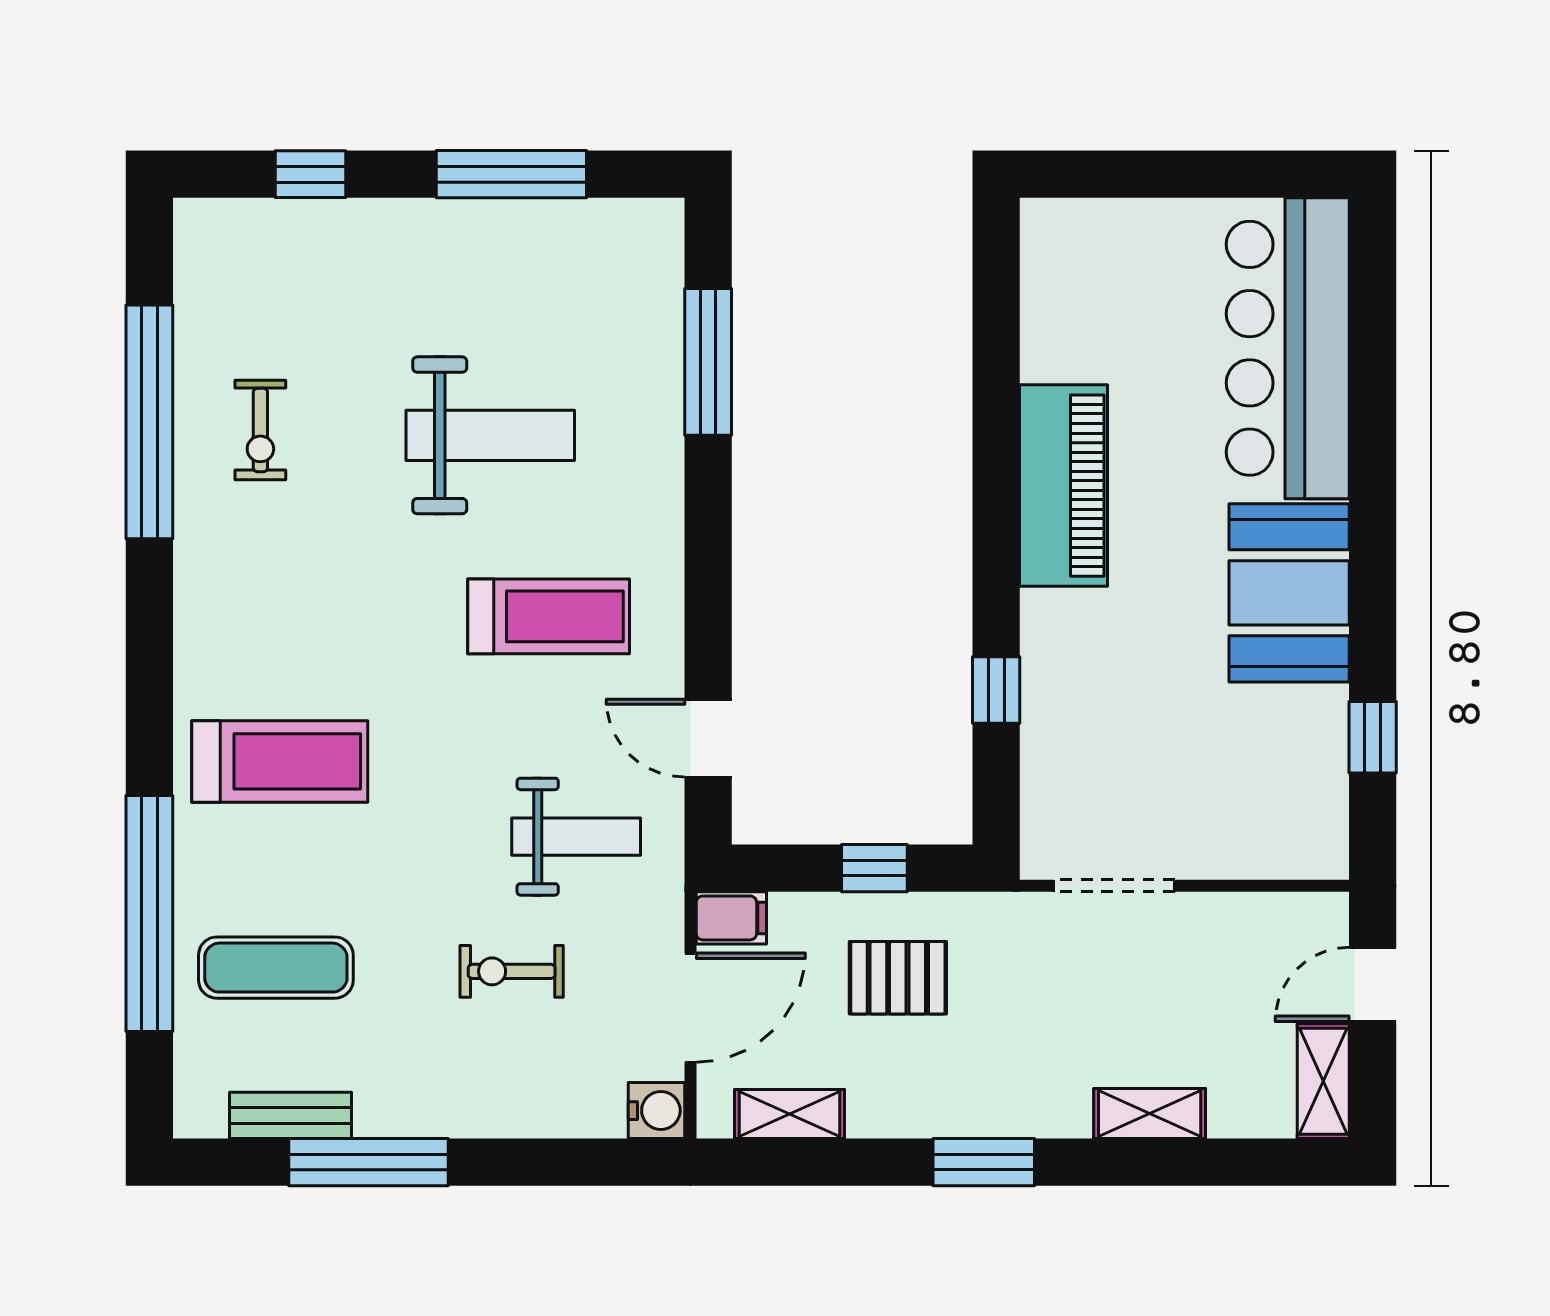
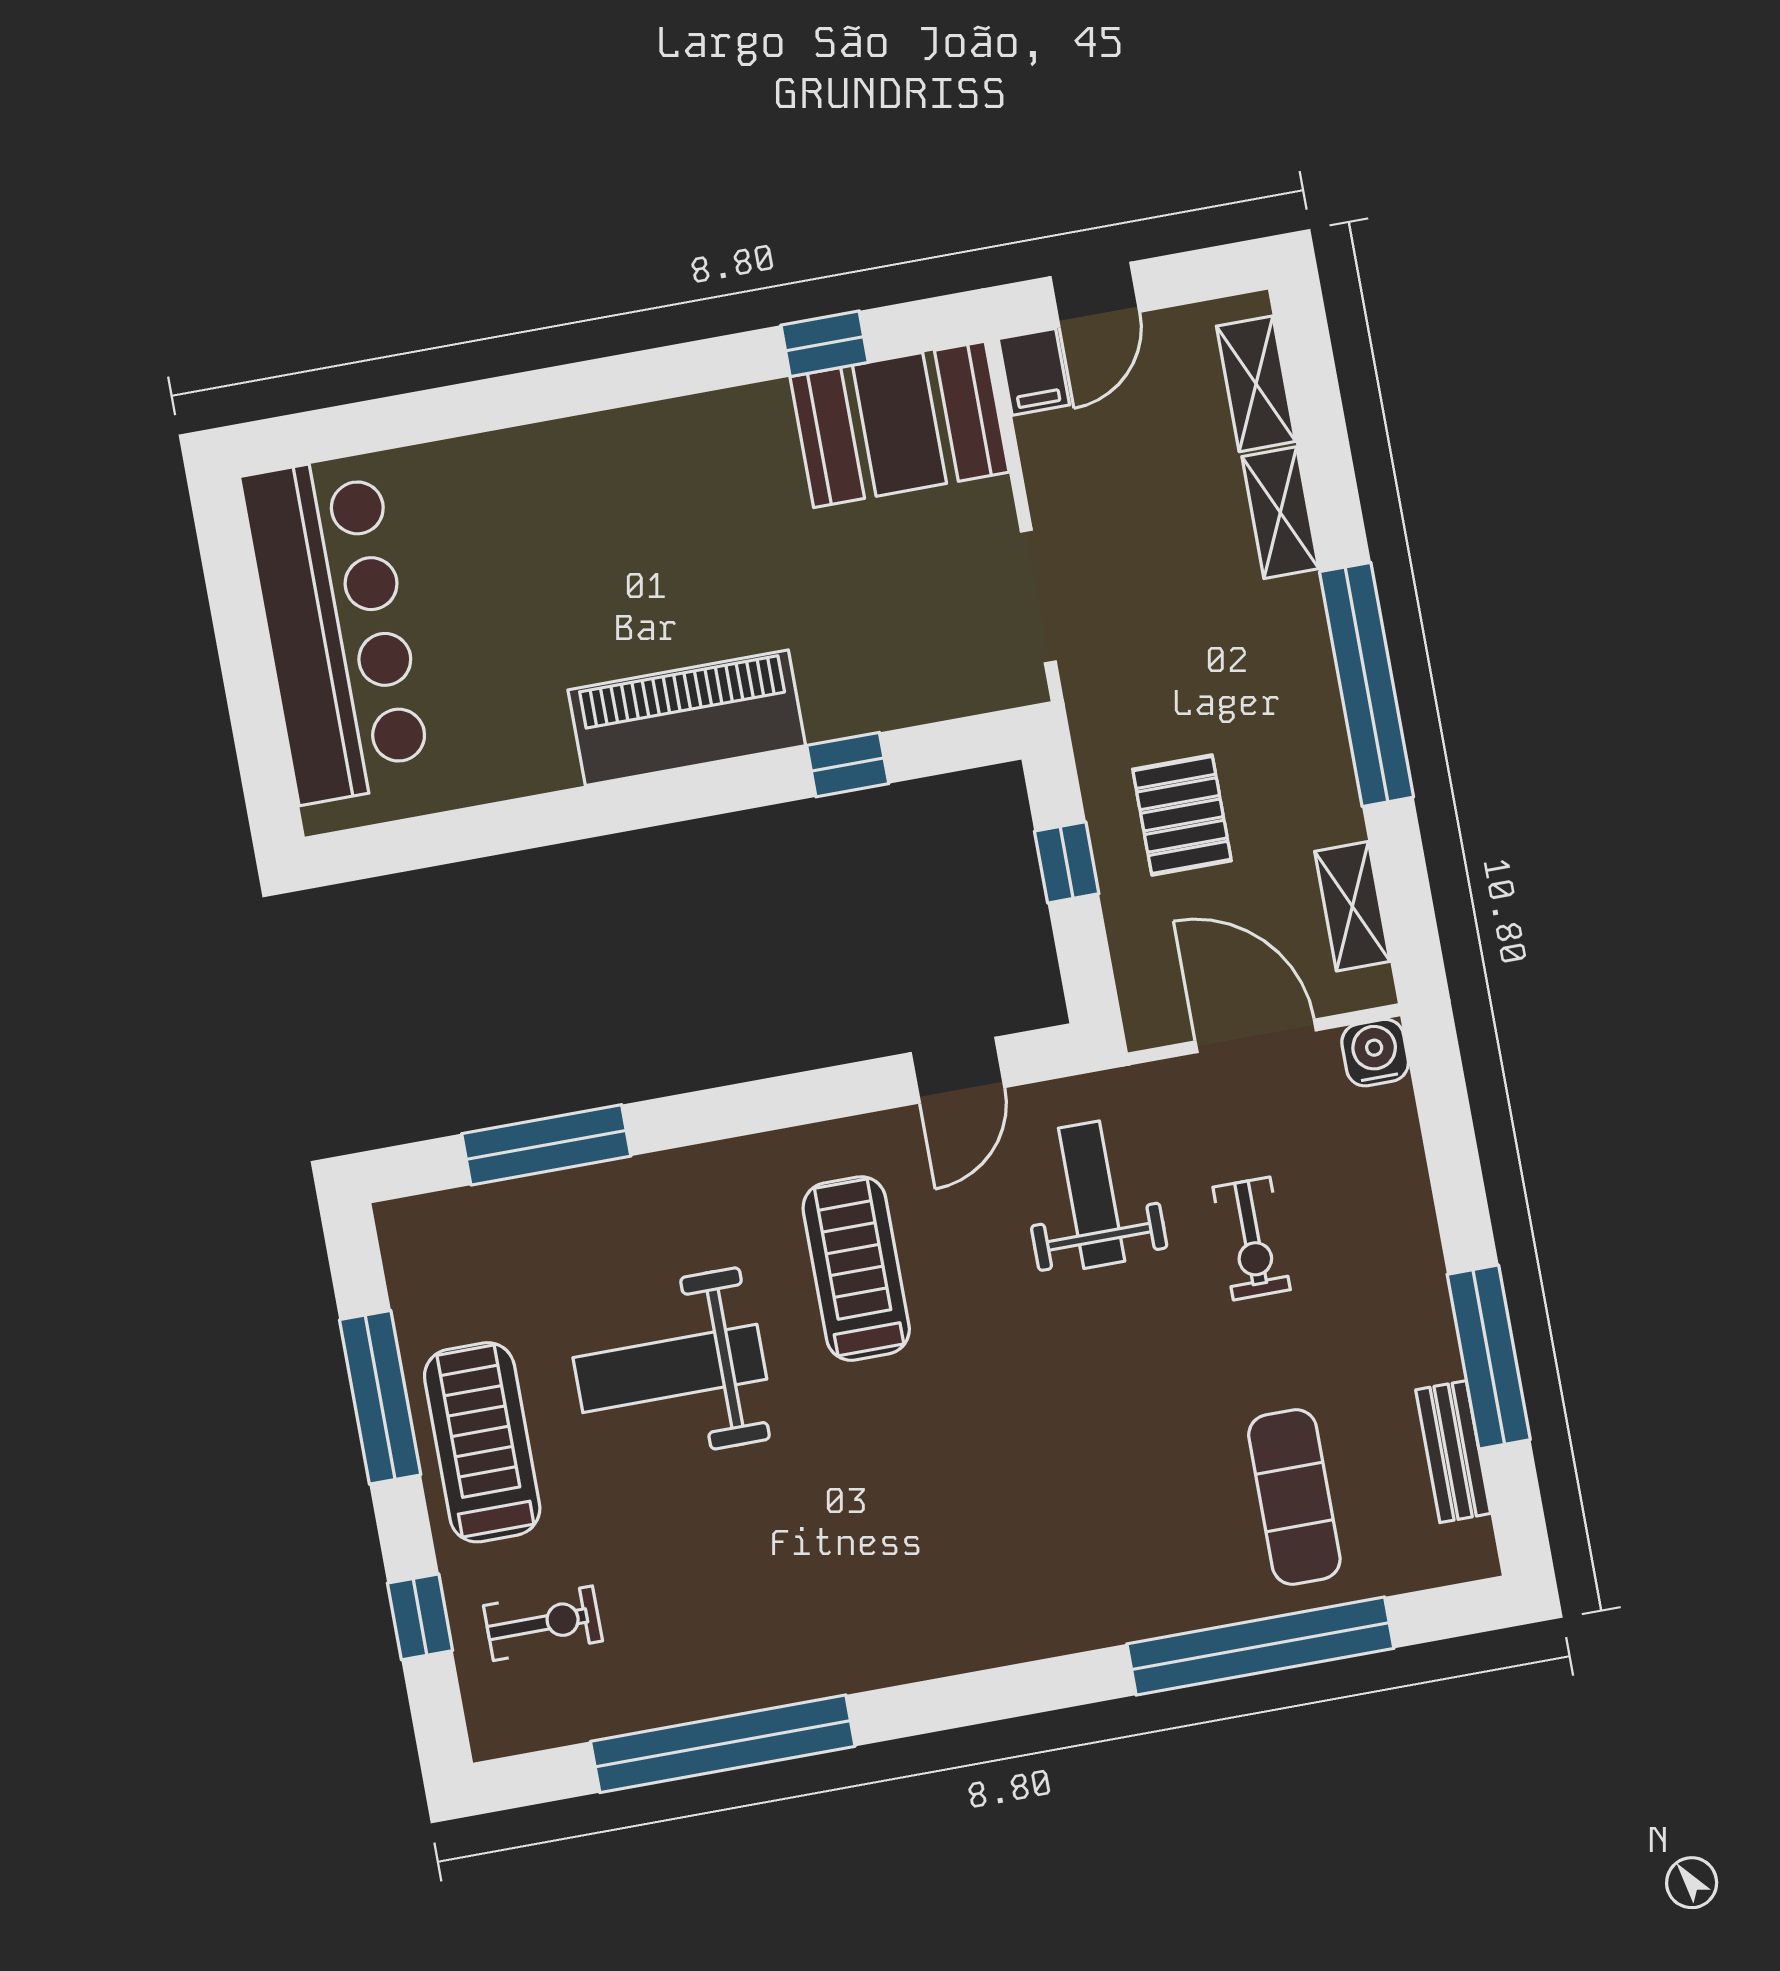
bar counter: (1288, 348) -> (336, 629), moved, turned -90
exercise bike: (260, 430) -> (543, 1623), moved
weight bench: (490, 435) -> (670, 1368), turned -90
piano: (1064, 486) -> (687, 718), moved
booth: (1289, 593) -> (899, 424), moved
treadmill: (280, 761) -> (482, 1442), moved
filing cabinet: (731, 918) -> (1034, 372), moved, turned 180
door: (1373, 984) -> (1095, 295), hinge flipped
shelving: (1323, 1081) -> (1256, 384), moved, turned 90
window: (984, 1162) -> (1366, 684), width x2.11

